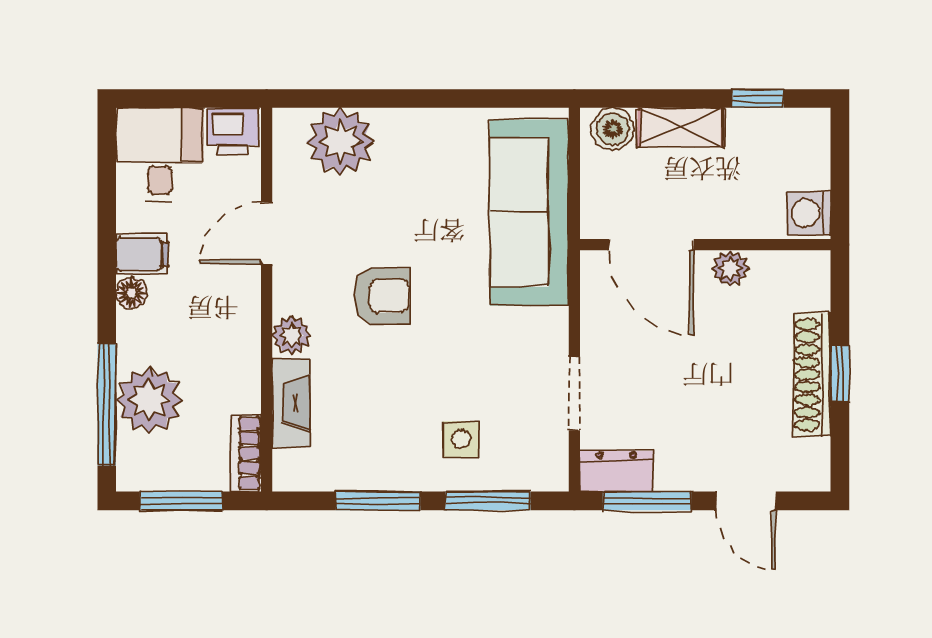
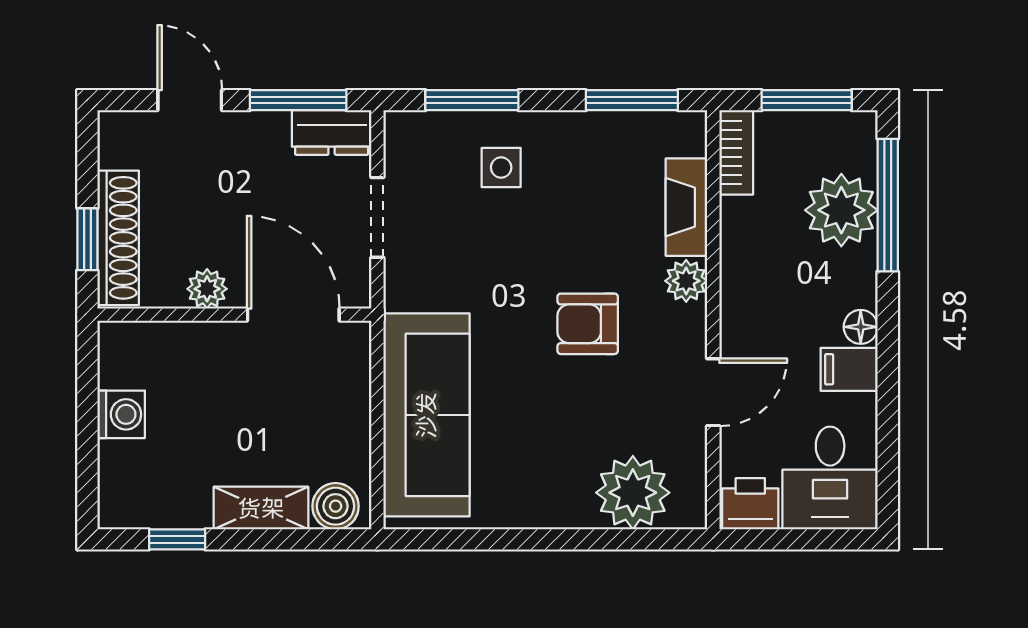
door: (651, 245) -> (293, 315), moved
wall: (705, 245) -> (234, 315), moved
plant: (730, 268) -> (207, 289), moved
window: (378, 501) -> (632, 100), moved

